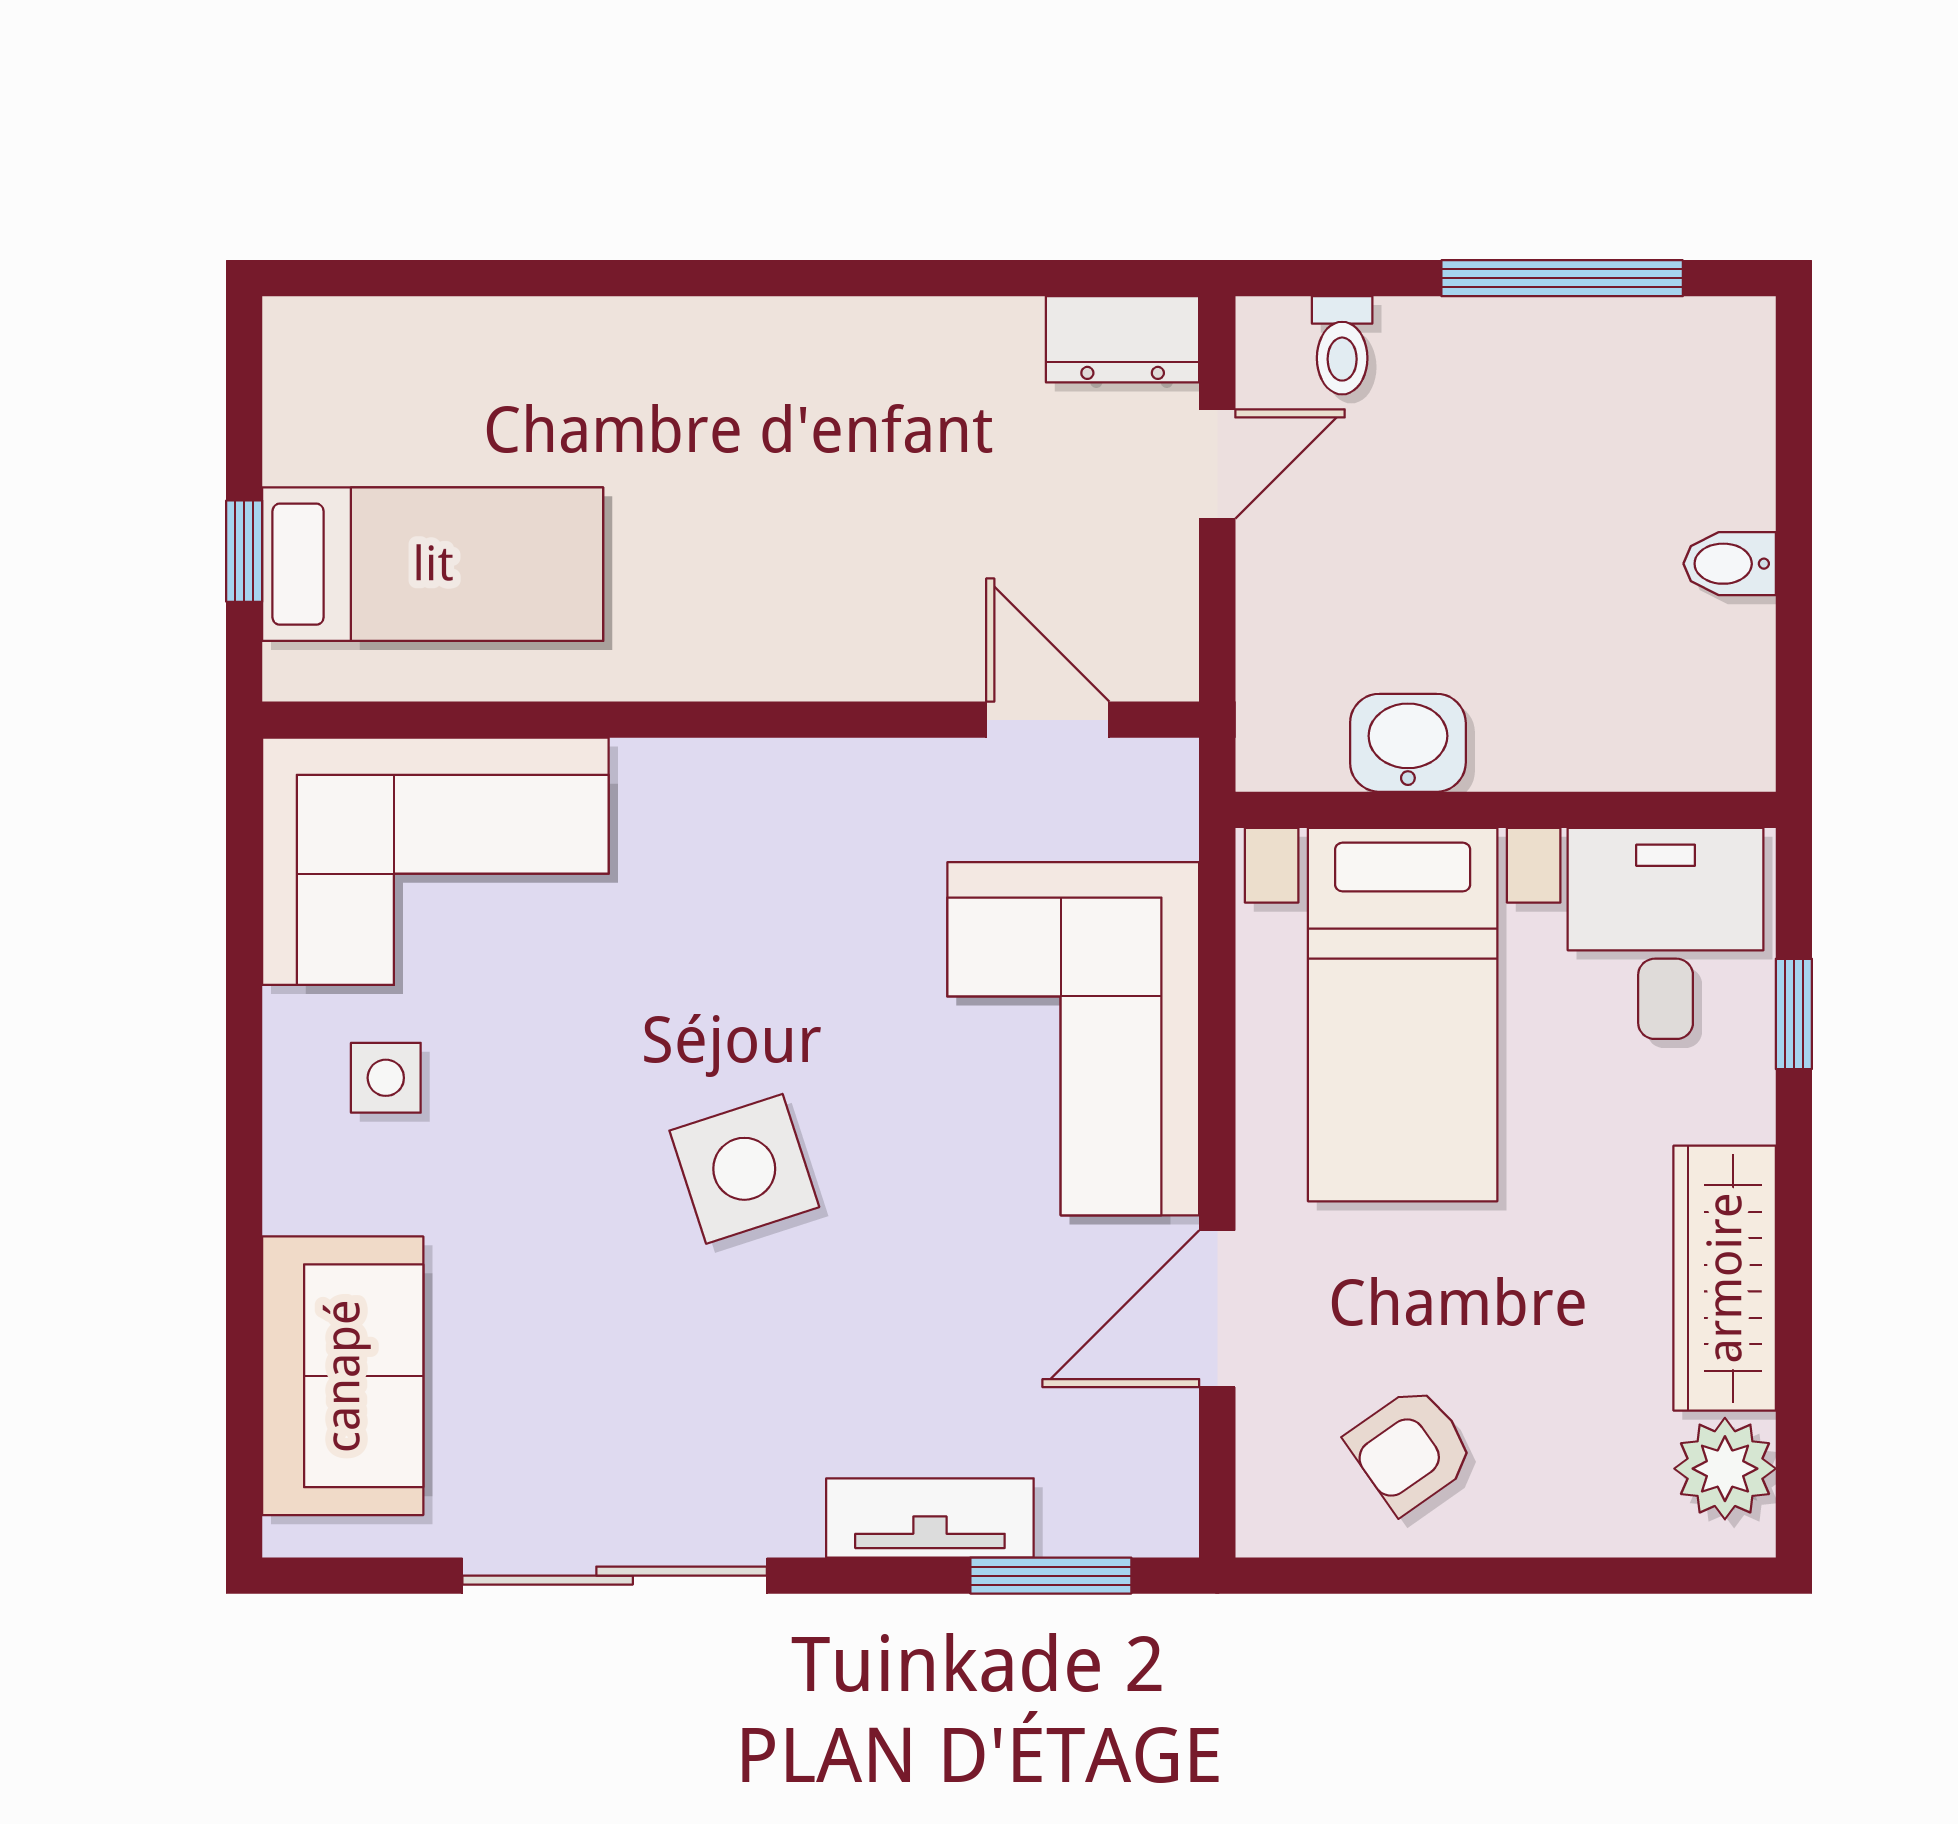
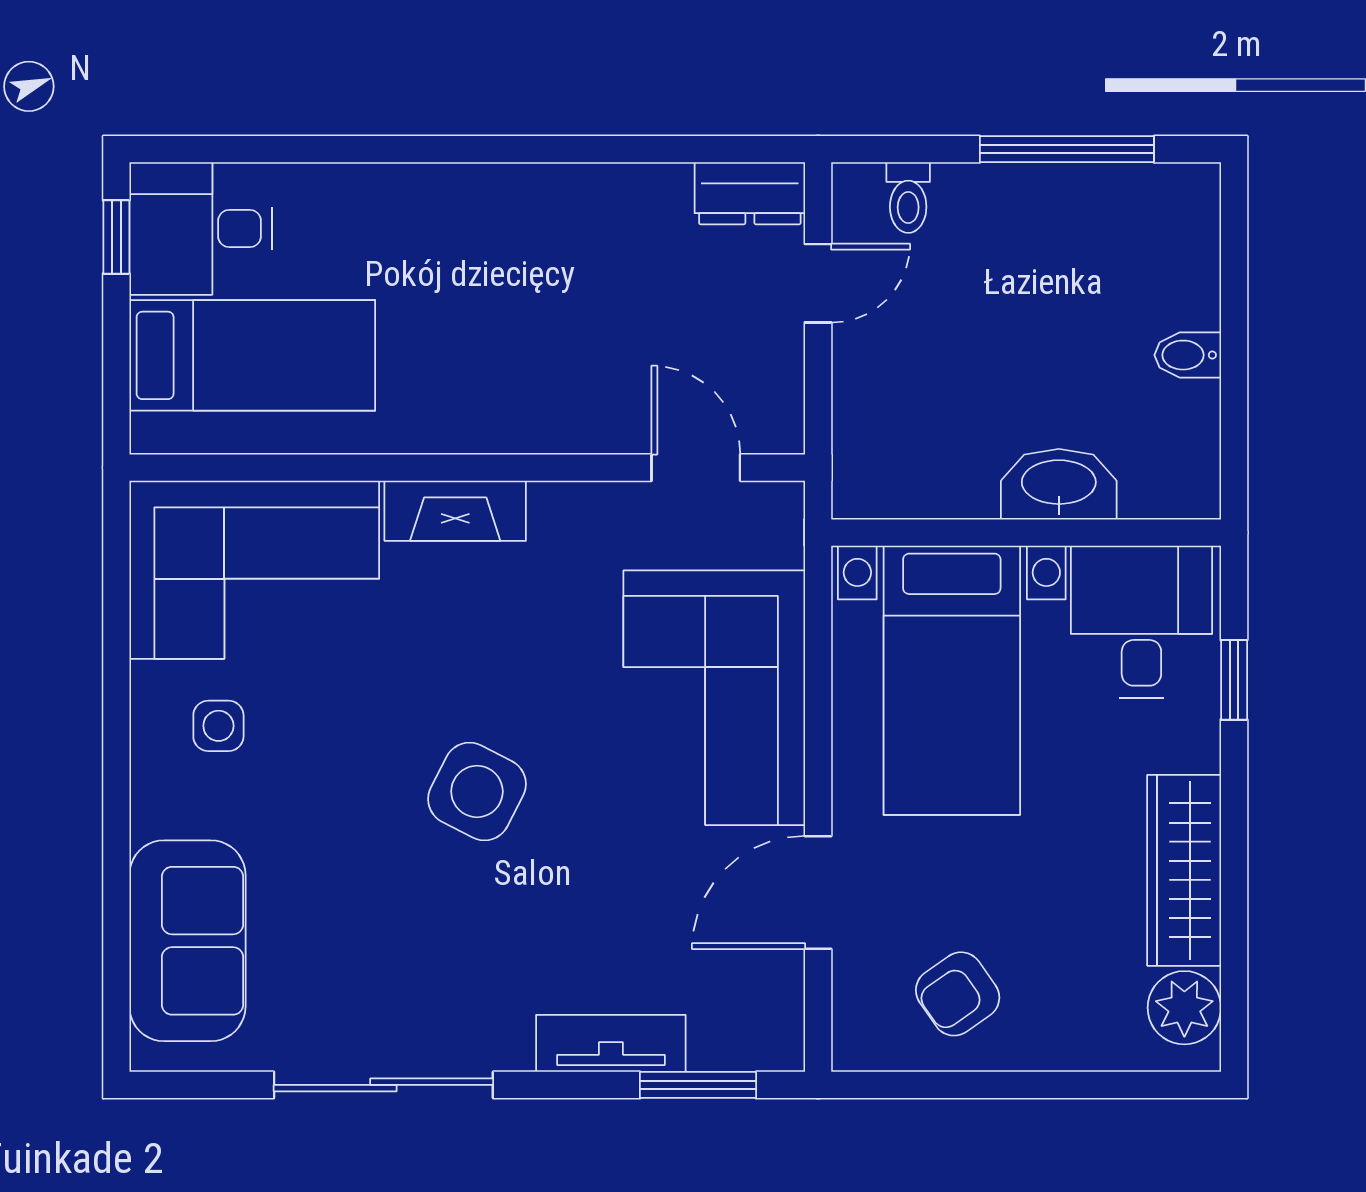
desk: (361, 388) -> (201, 229), added
window: (244, 551) -> (116, 237), moved
washbasin: (1408, 743) -> (1059, 484), moved, width x1.38
fireplace: (714, 780) -> (455, 511), added
side table: (744, 1169) -> (477, 791), turned 45

